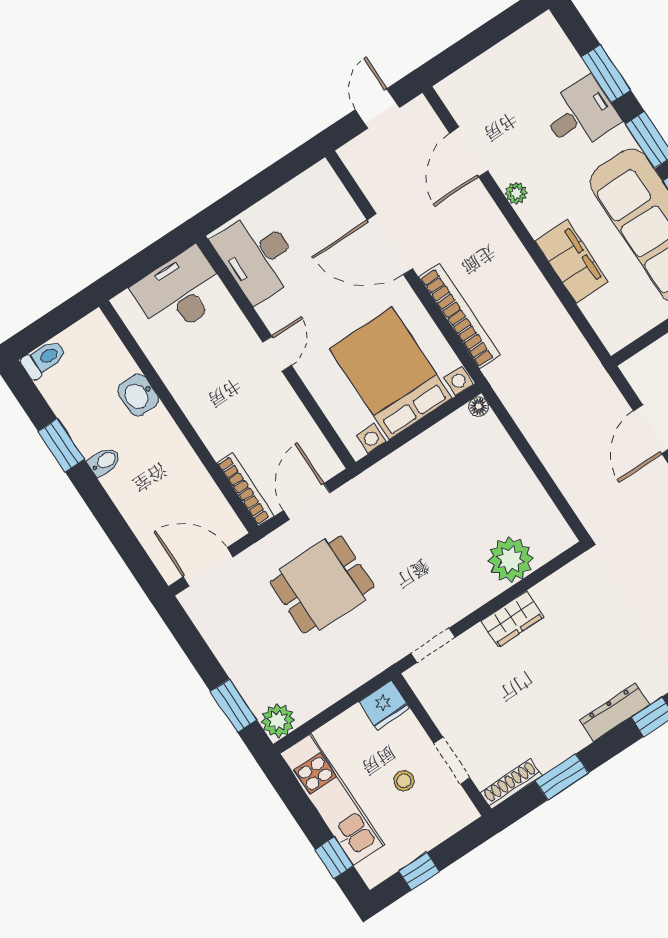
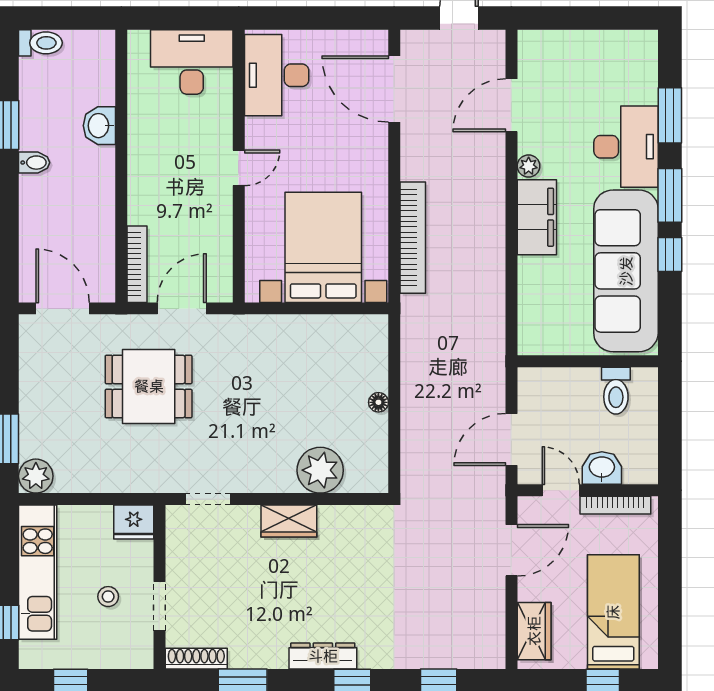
desk: (580, 114) -> (626, 147), width x1.37
door: (390, 244) -> (394, 89), moved
filing cabinet: (571, 262) -> (537, 217), moved
floor lamp: (479, 406) -> (378, 402), moved

